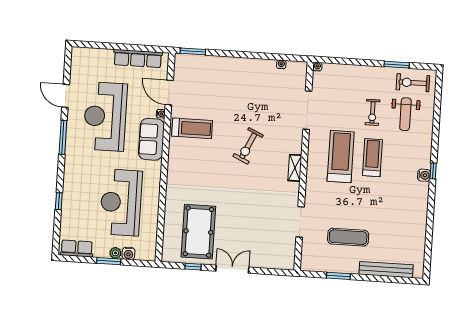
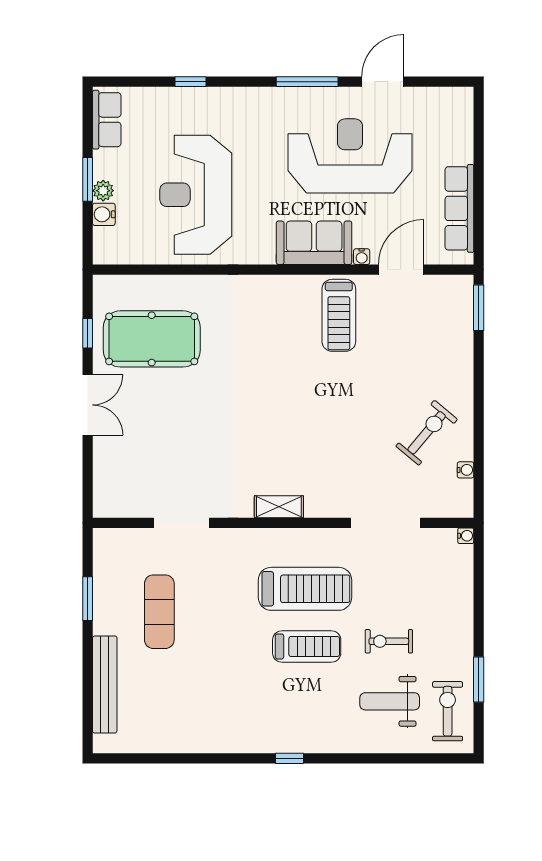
exercise bike: (248, 146) -> (427, 433), moved, turned 105
water cooler: (424, 175) -> (281, 742), removed
reception desk: (121, 202) -> (196, 195), turned -90

